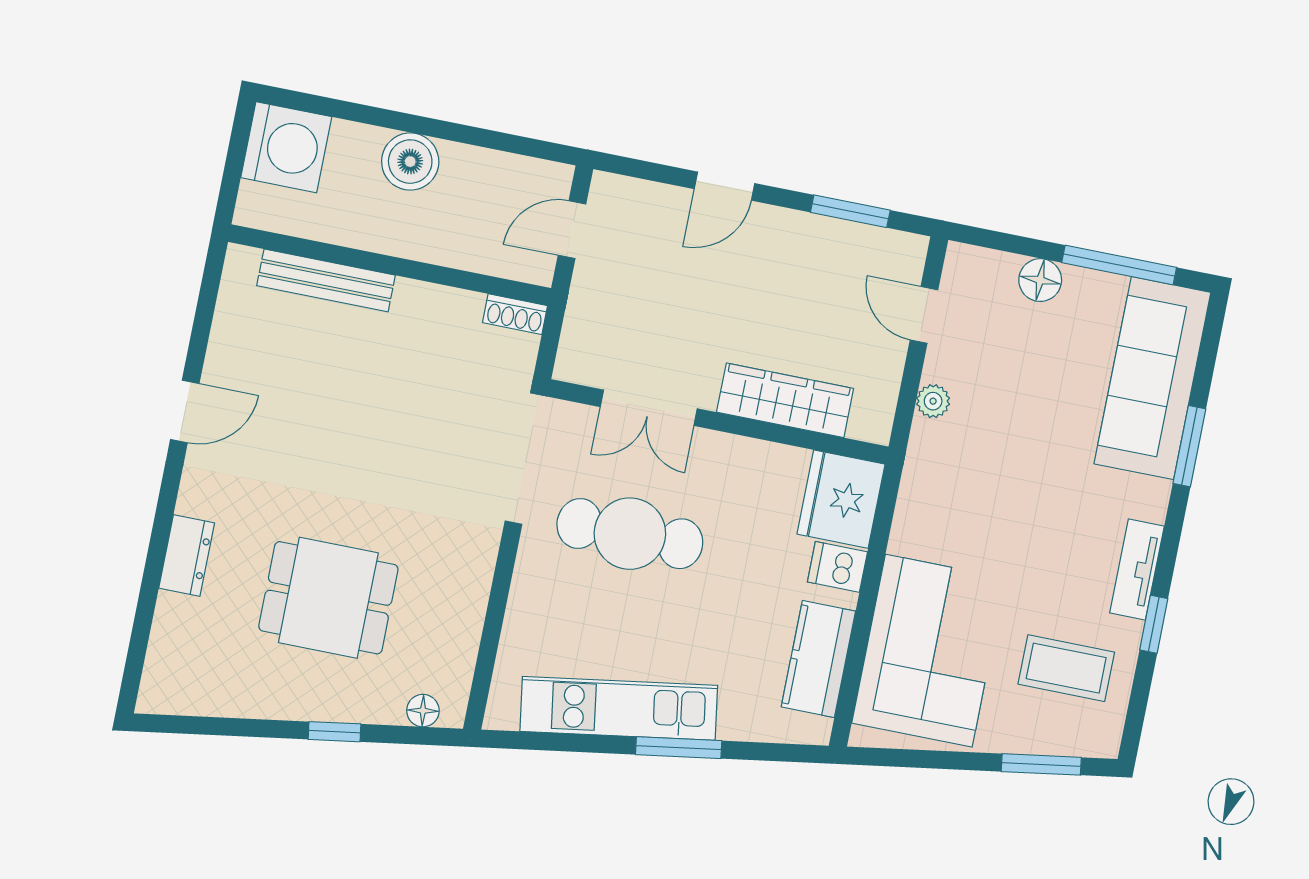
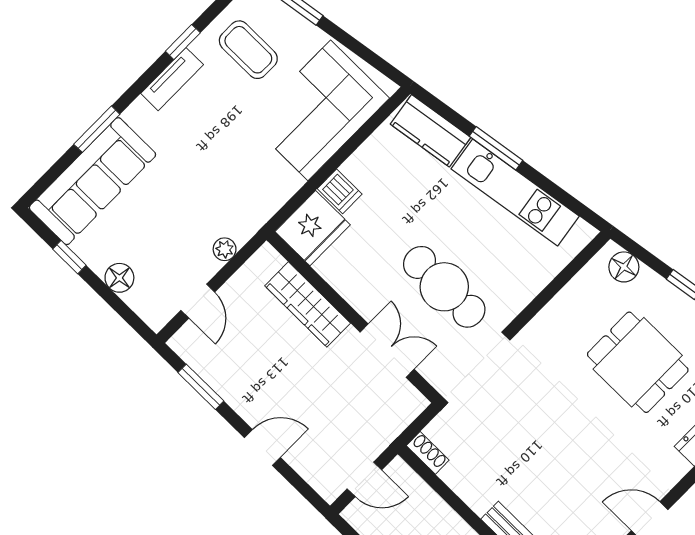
window: (1119, 265) -> (69, 257), width x0.46
kitchen counter: (818, 659) -> (430, 131), moved, turned 81
floor lamp: (423, 711) -> (624, 267), width x1.37, depth x1.37

